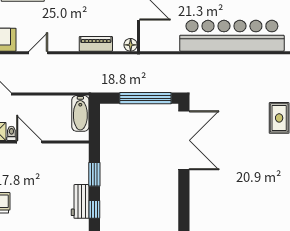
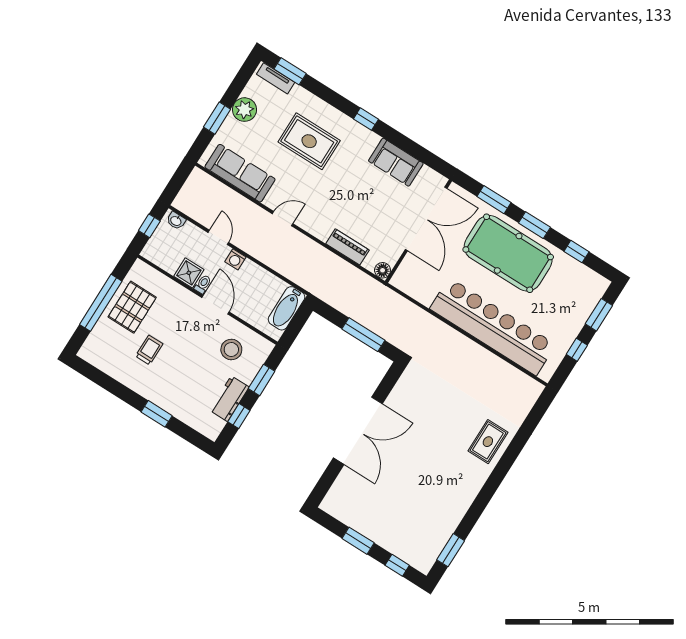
window: (145, 98) -> (363, 335), width x0.68
washing machine: (23, 102) -> (235, 259), added
double door: (184, 140) -> (358, 431), moved
stool: (60, 166) -> (231, 349), added

